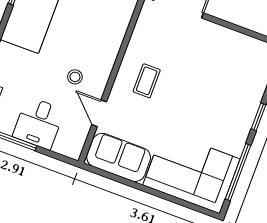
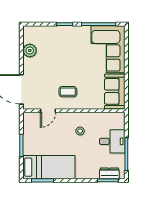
plant: (237, 44) -> (30, 51), added
door: (99, 113) -> (48, 111), moved

